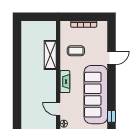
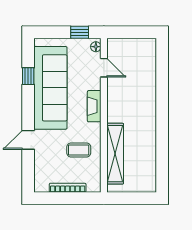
shelving: (50, 55) -> (115, 154), width x1.47
window: (112, 116) -> (28, 76), moved

